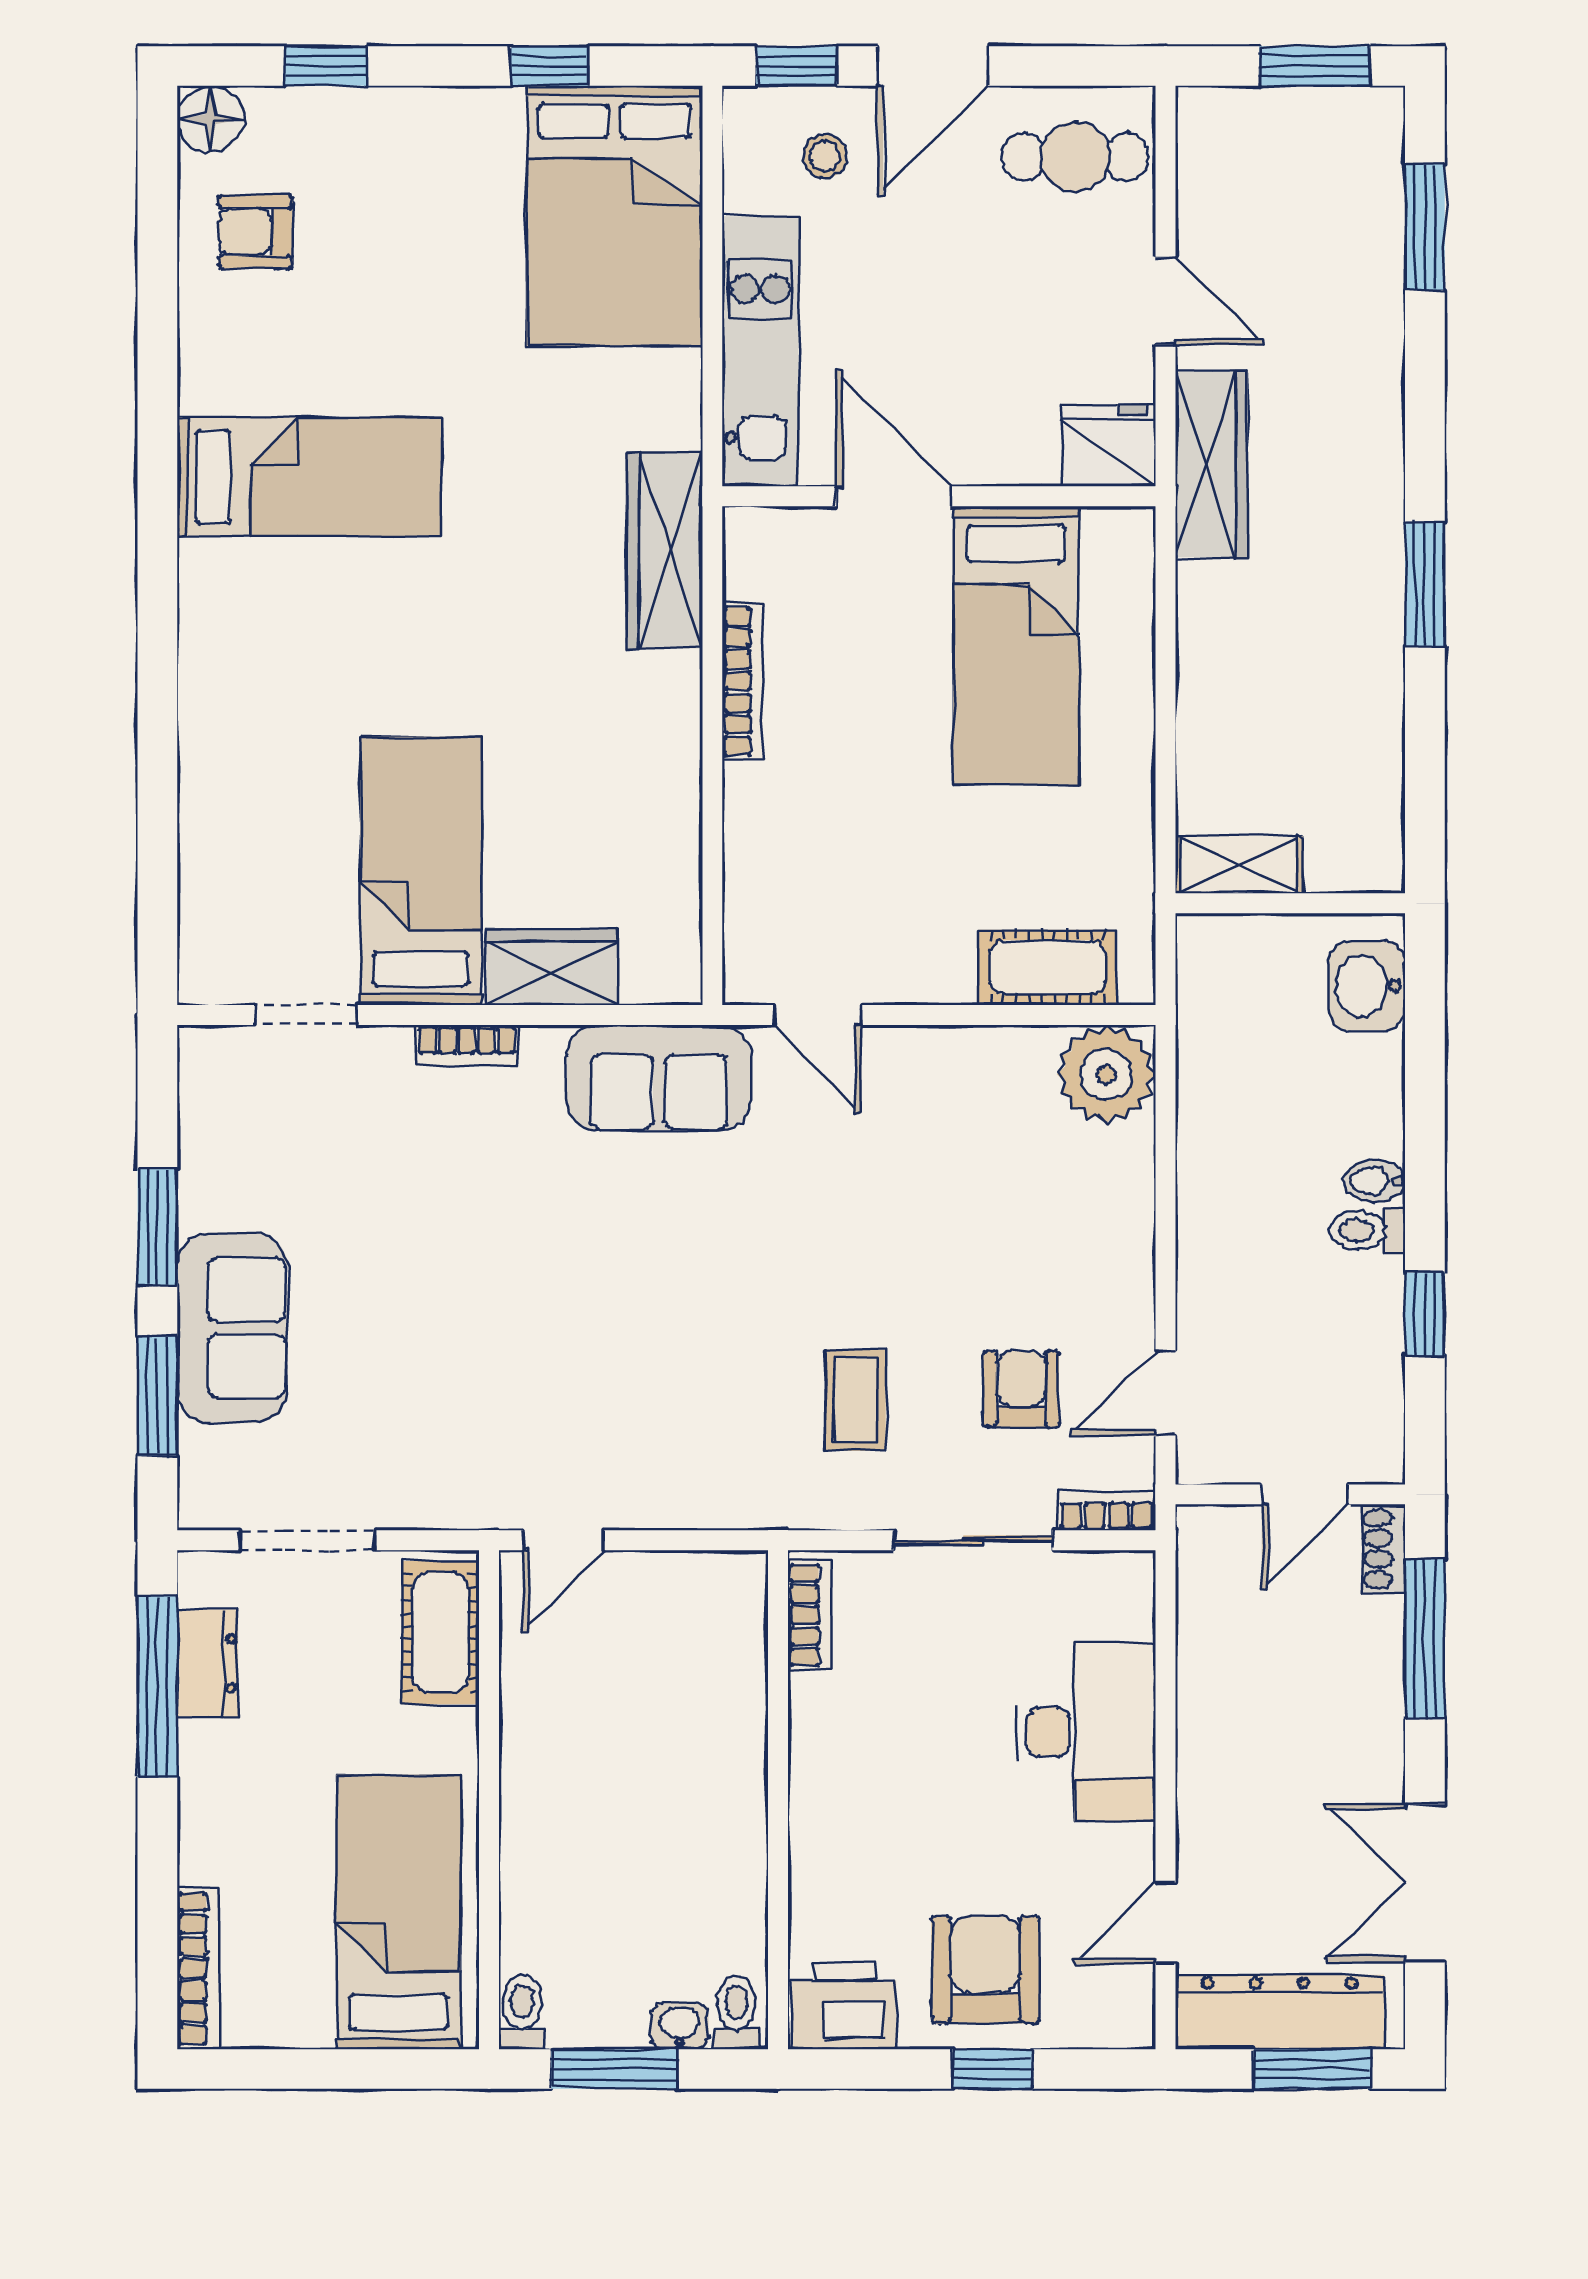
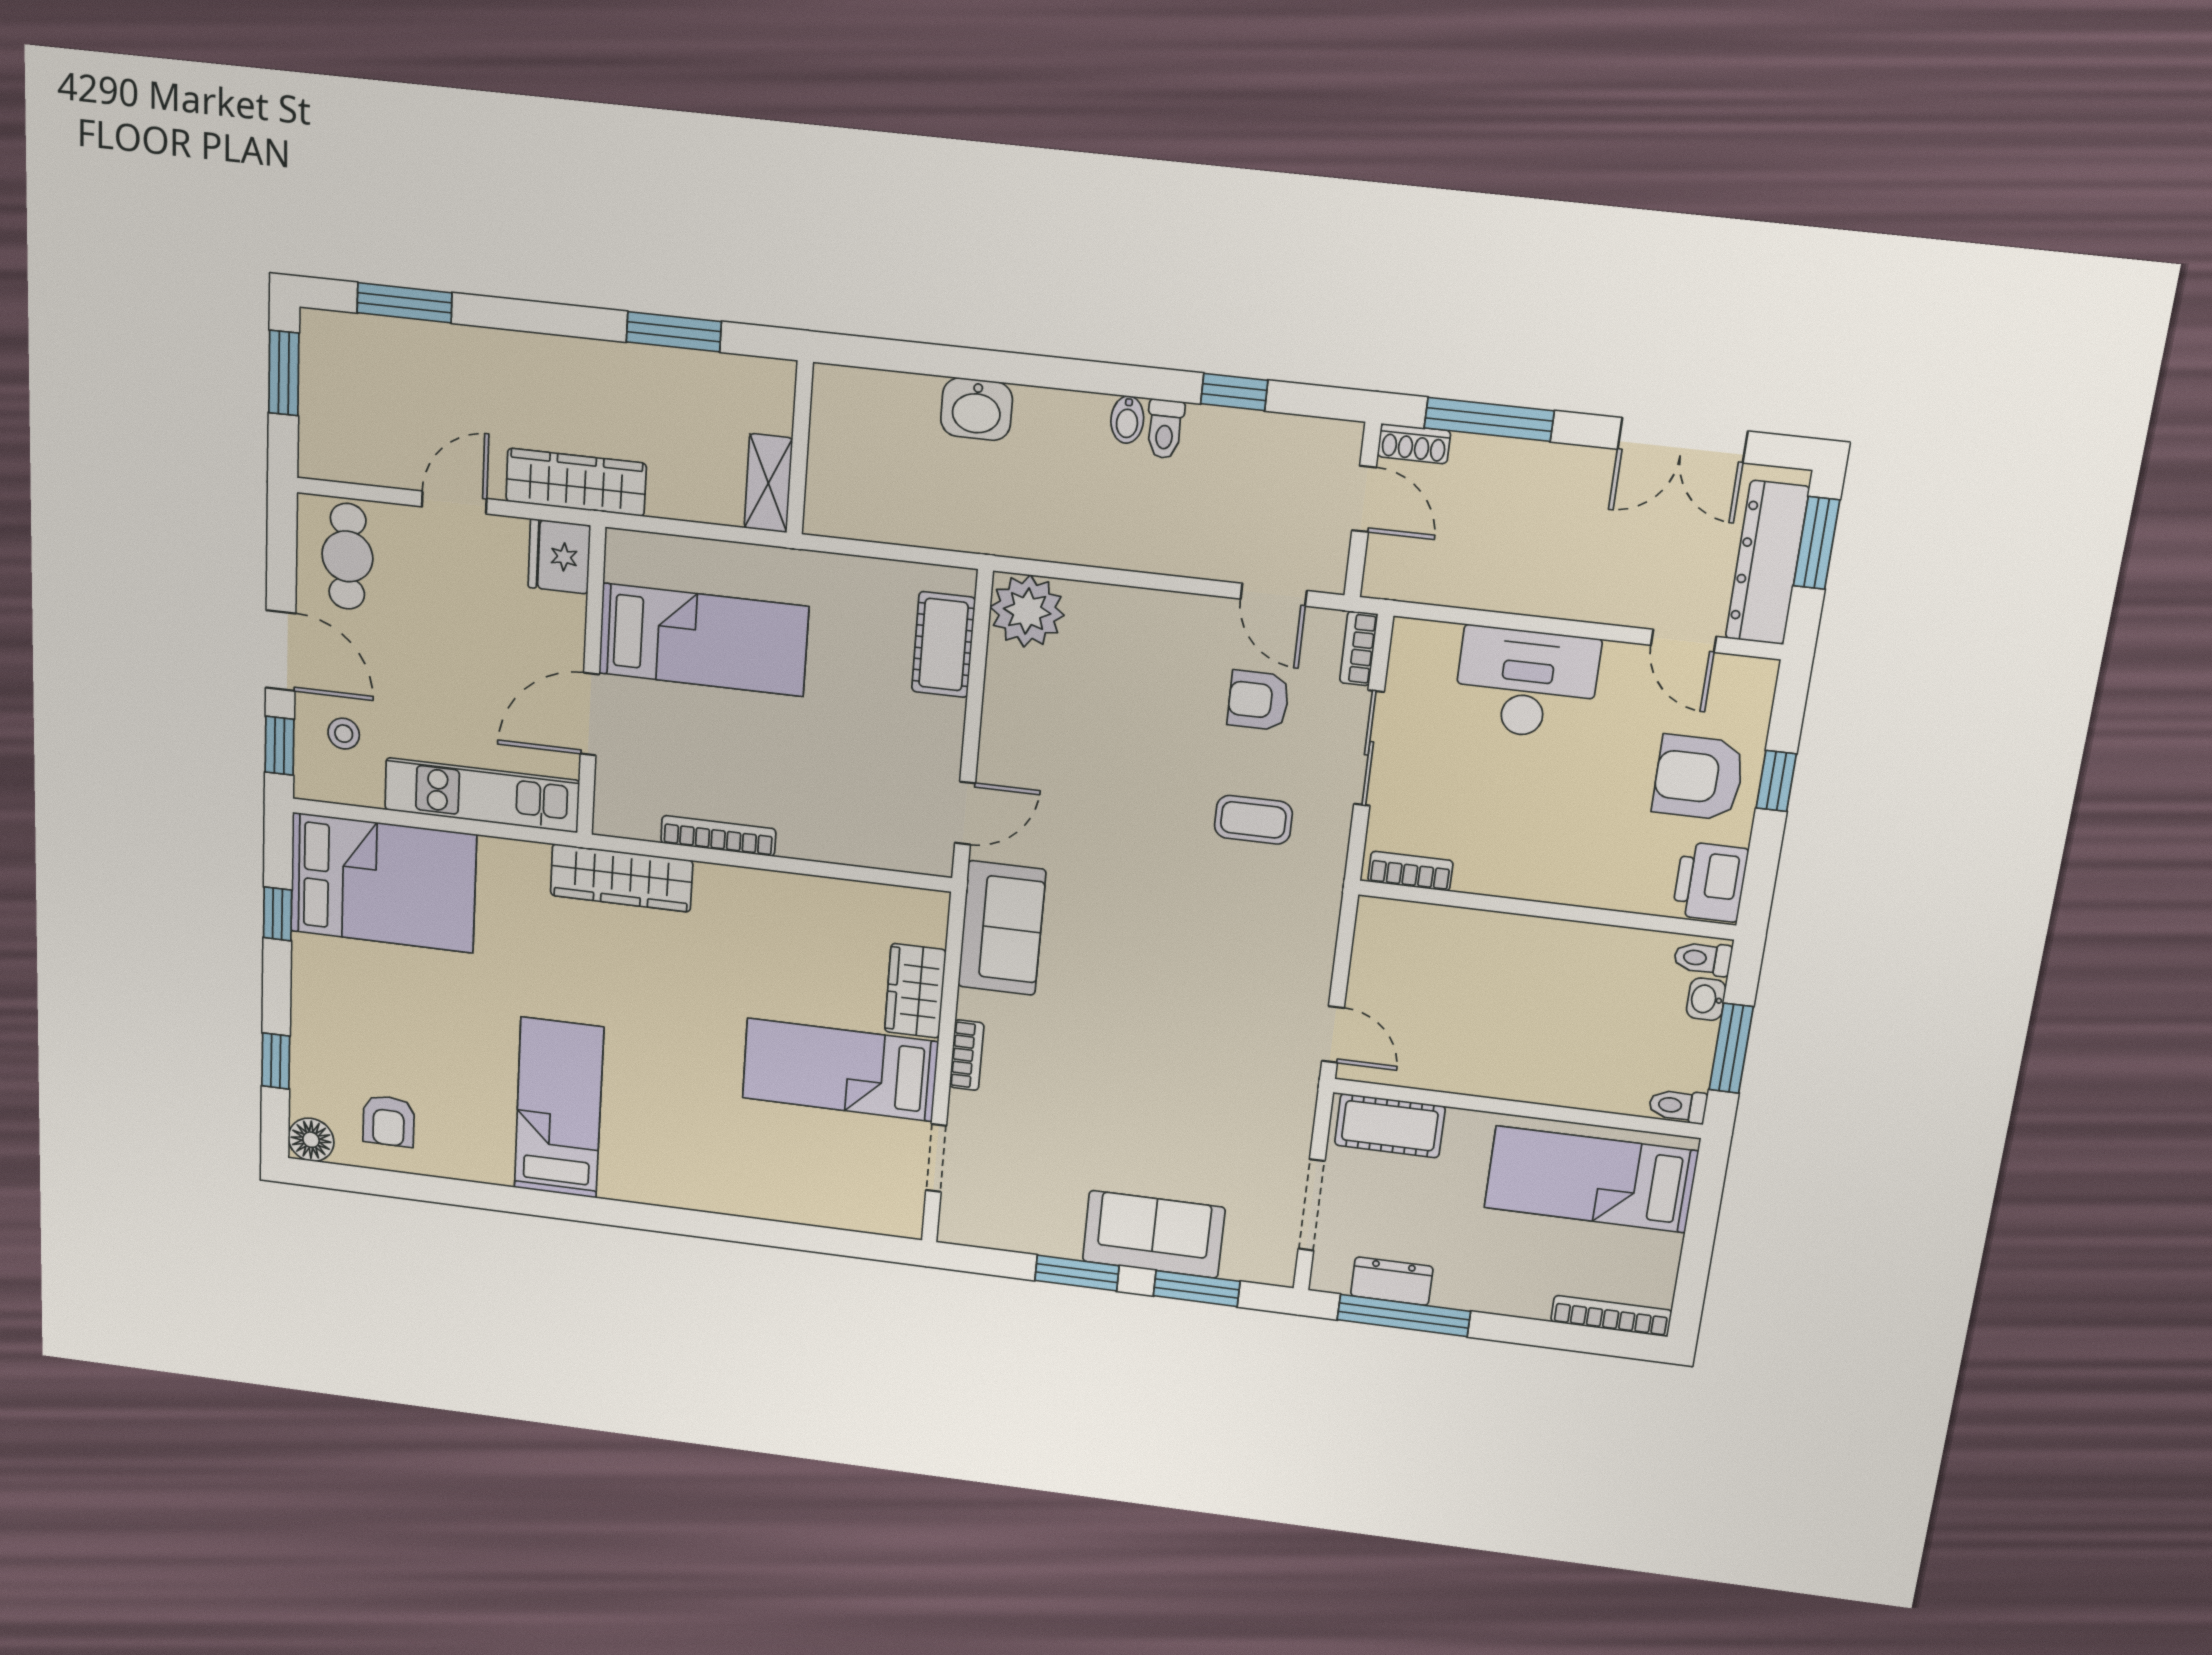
shelving: (1239, 865) -> (768, 483), moved
wall: (1290, 903) -> (800, 448), moved

